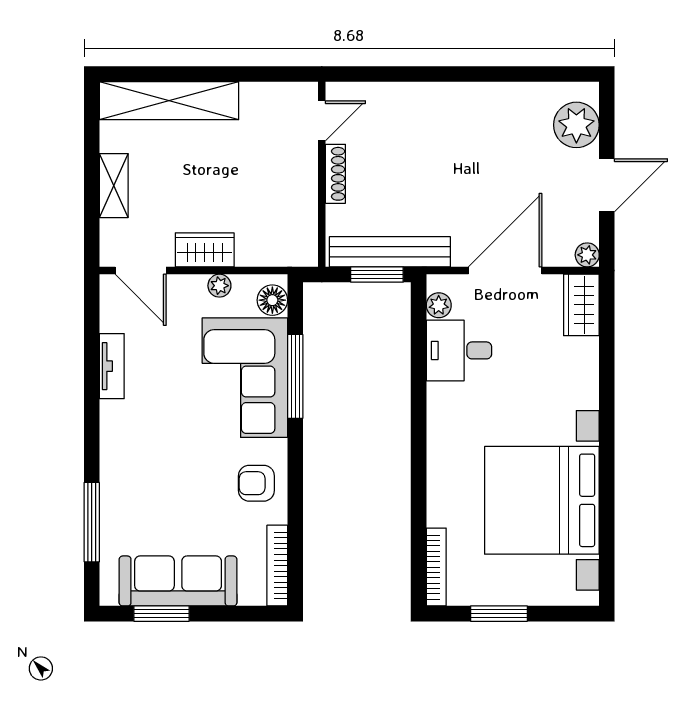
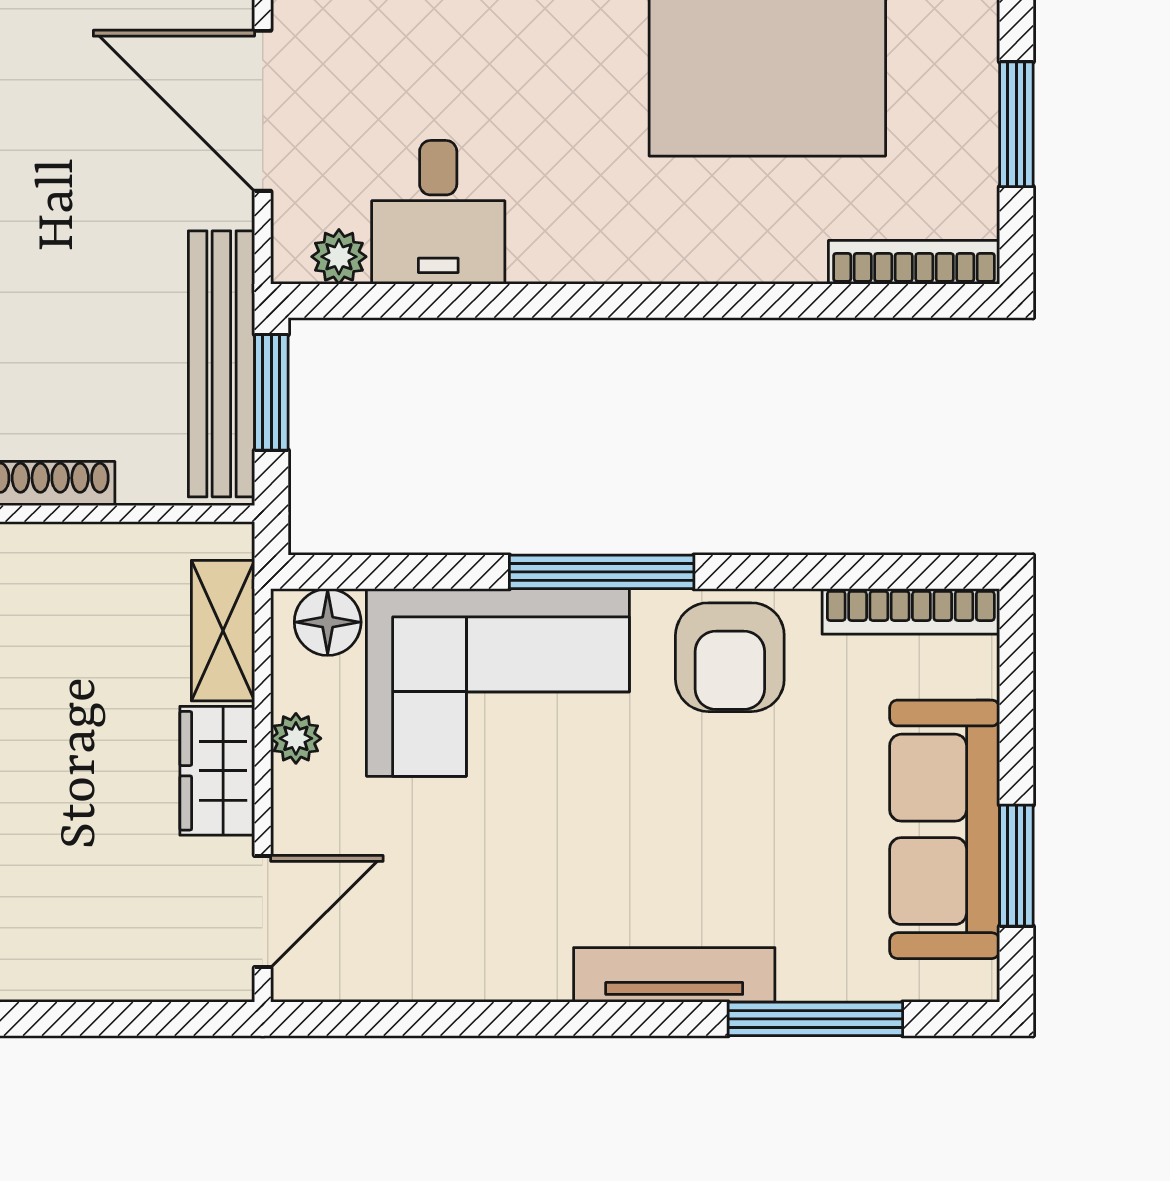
shelving: (114, 186) -> (223, 631), moved, turned 90
tv unit: (112, 366) -> (674, 975), moved, width x1.41
window: (295, 376) -> (602, 572), moved
armchair: (256, 483) -> (730, 657), width x1.38, depth x1.38

